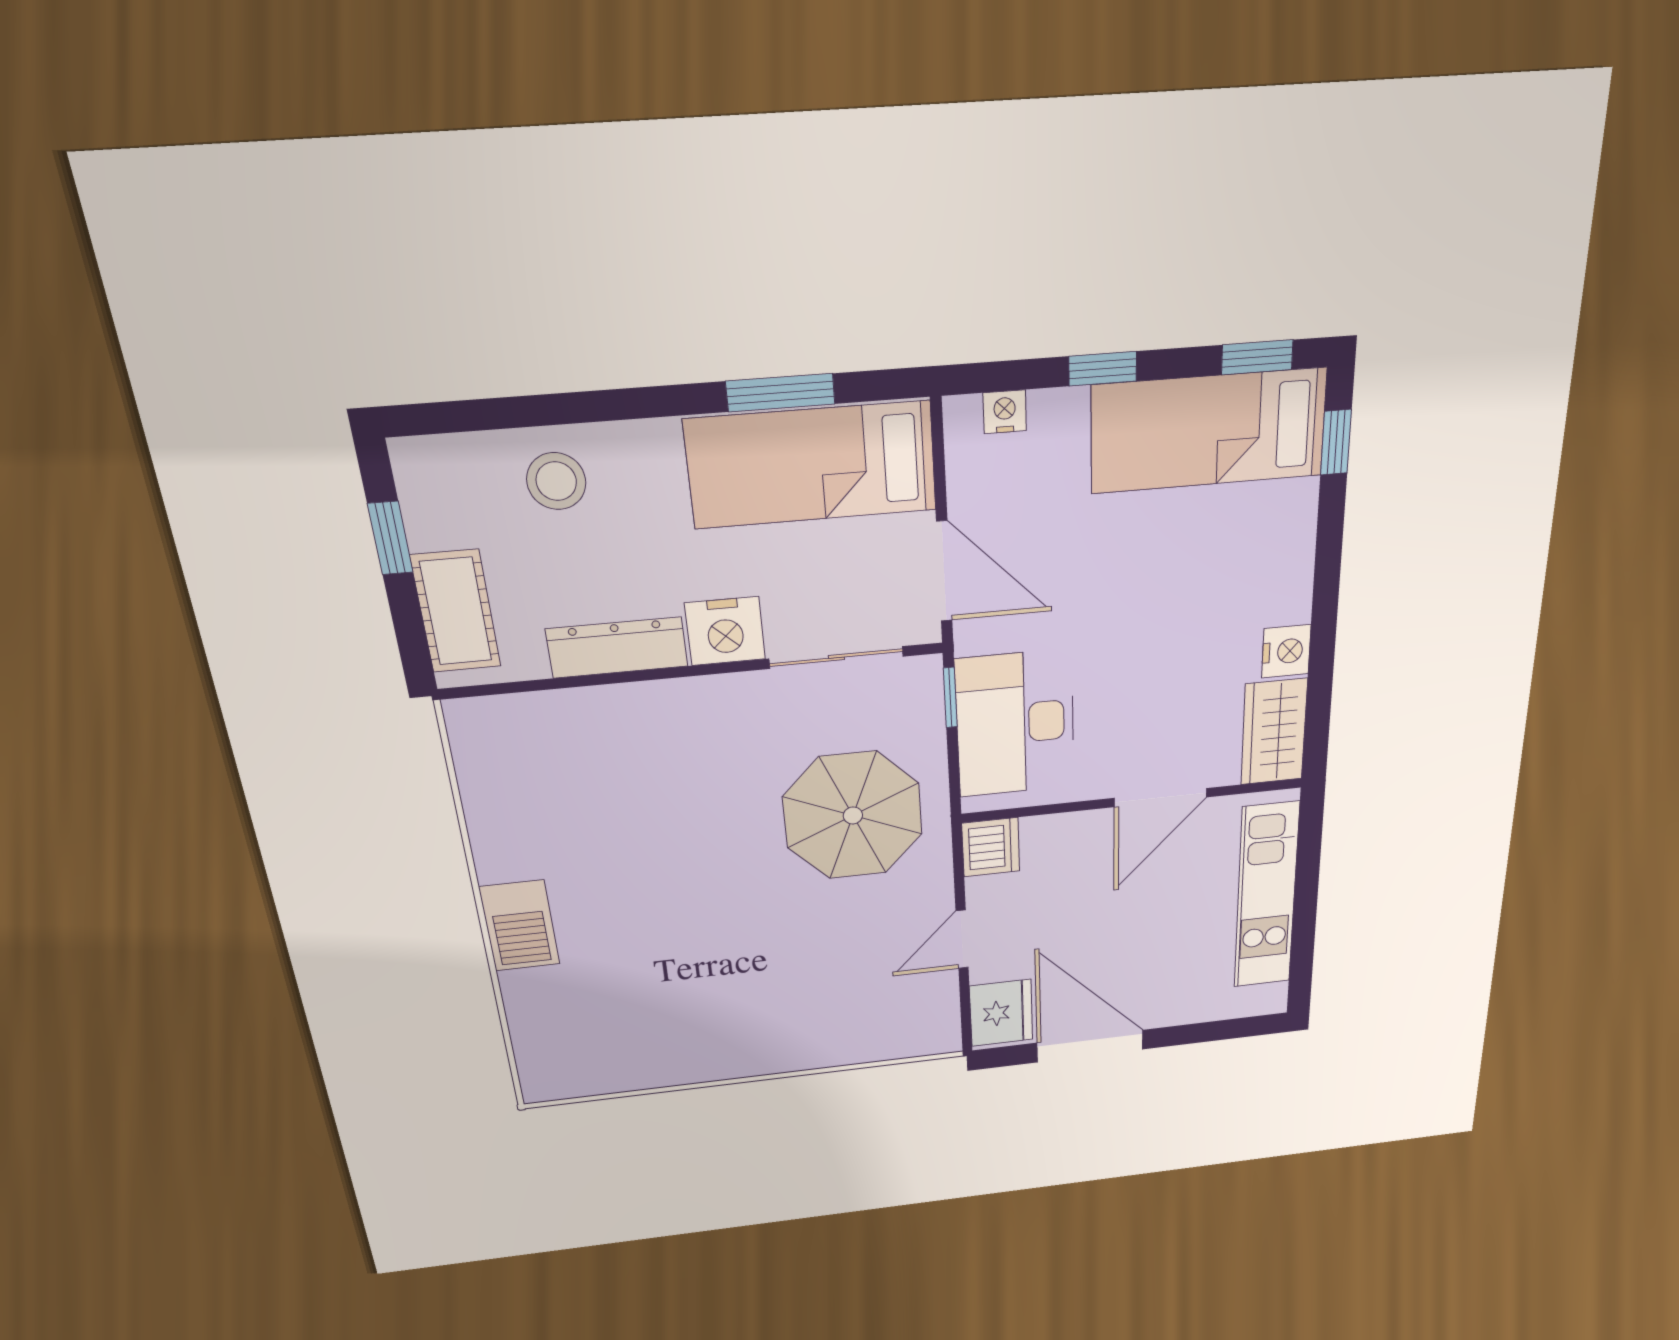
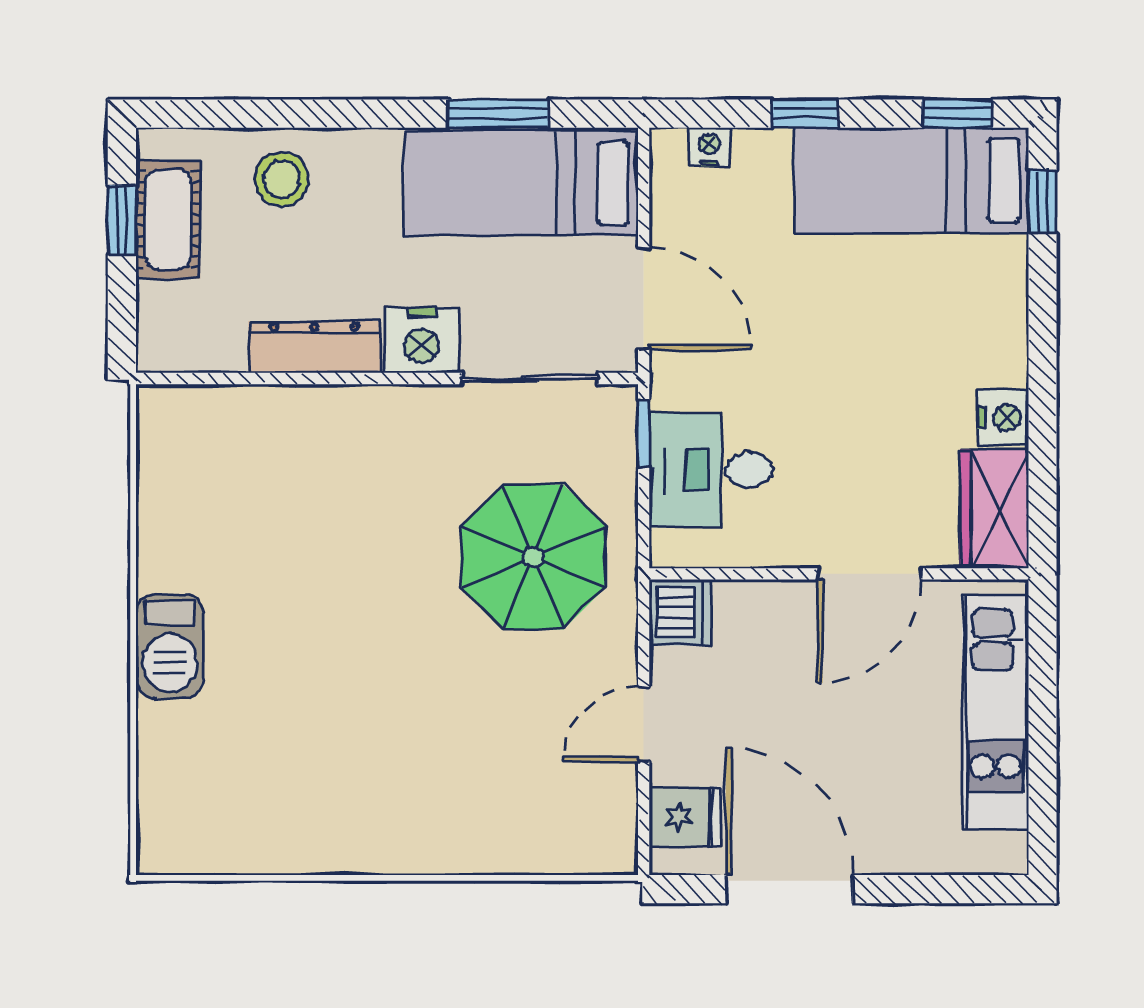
cot: (456, 611) -> (168, 220), moved
desk: (1015, 724) -> (711, 470), width x0.73
fridge: (1001, 1013) -> (685, 817), width x0.72

